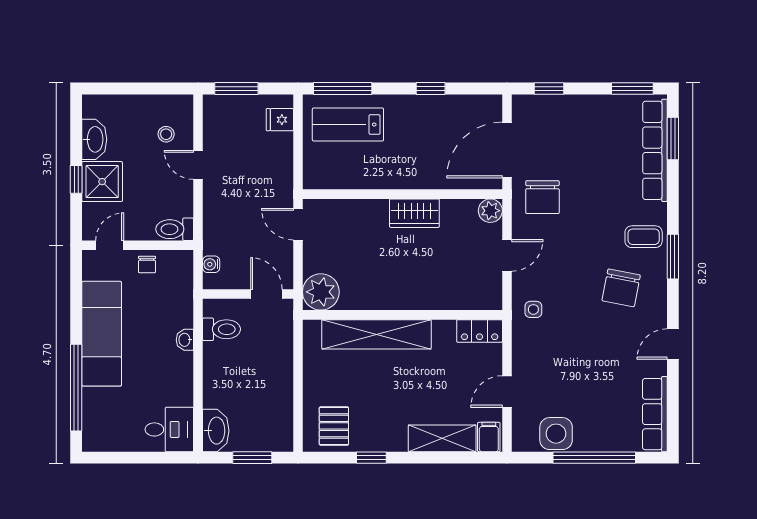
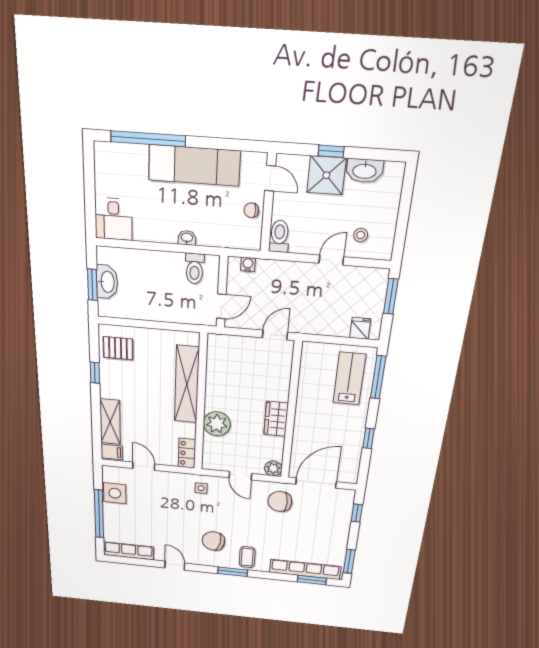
door: (507, 150) -> (316, 483), hinge flipped
plant: (321, 292) -> (217, 424), moved
washbasin: (216, 431) -> (107, 282), moved, turned -90

